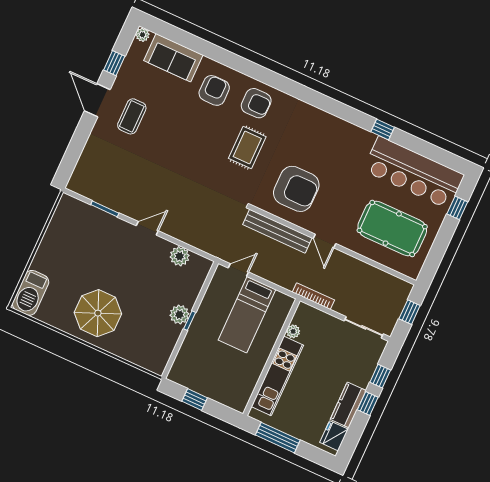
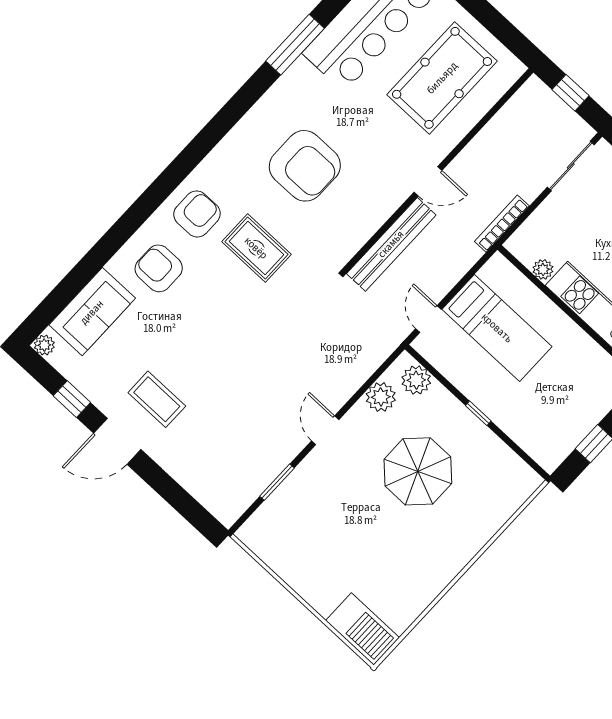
window: (383, 130) -> (295, 45), width x2.17
armchair: (296, 189) -> (305, 166), moved, turned 90
parasol: (98, 313) -> (418, 471), moved
plant: (179, 315) -> (416, 380), moved

